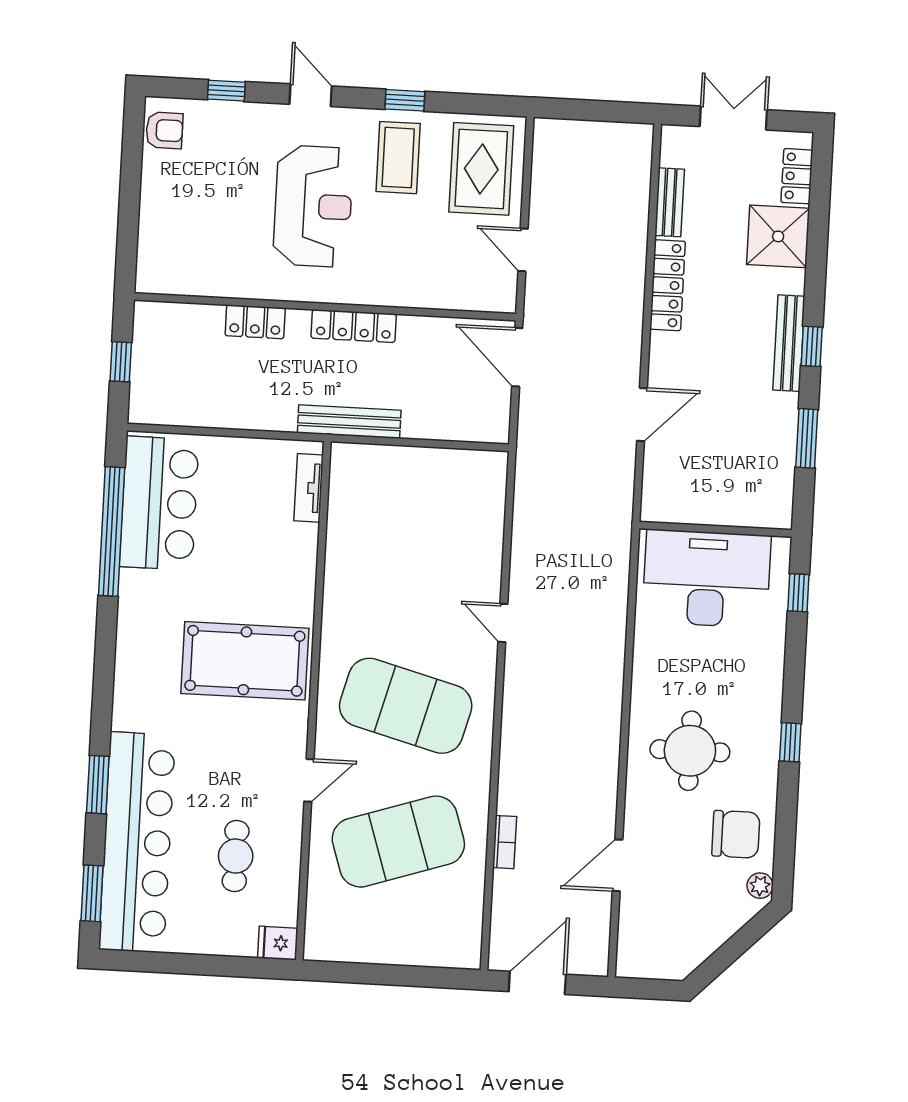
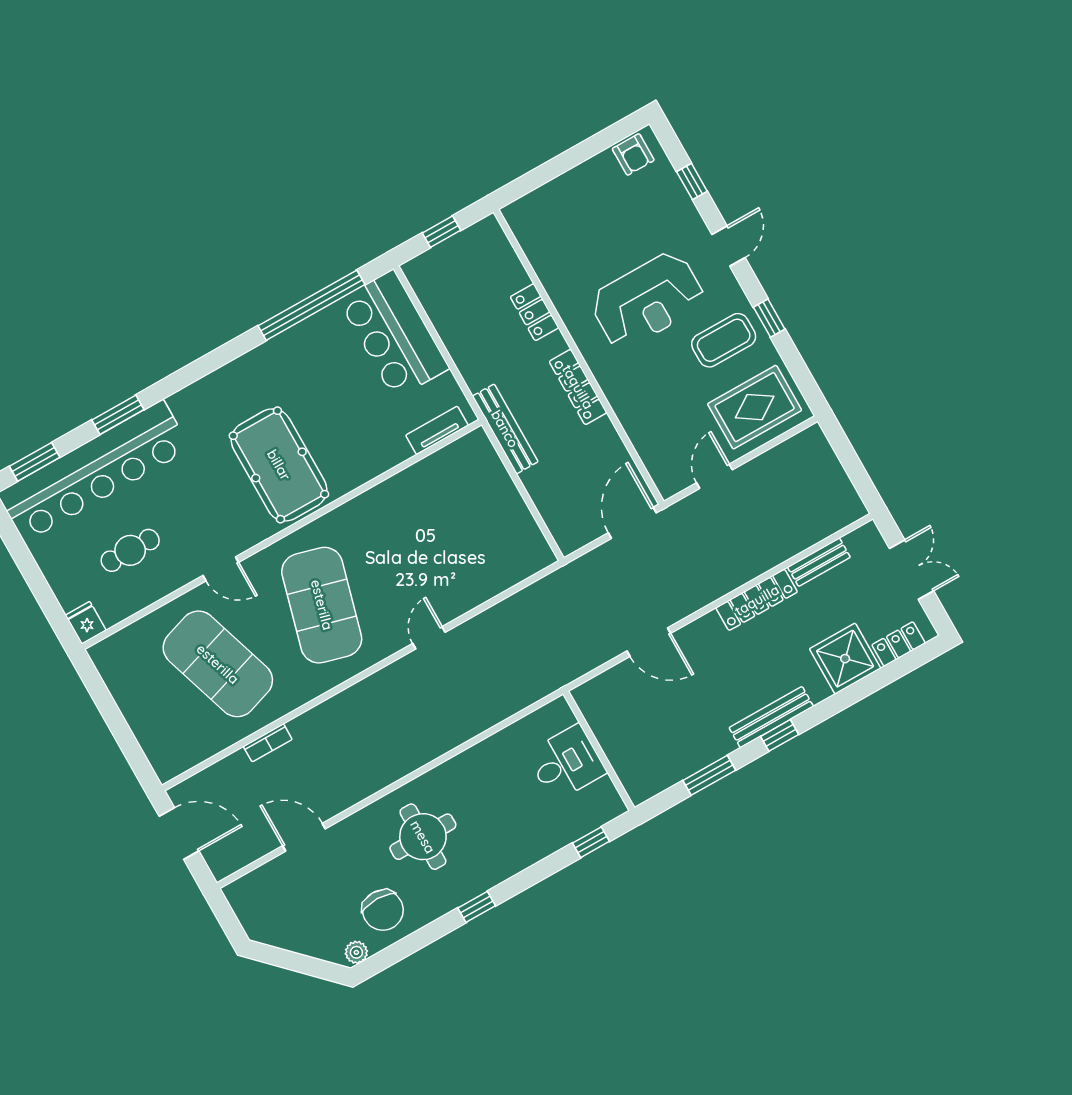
bar counter: (159, 503) -> (394, 334), moved, turned 90
desk: (707, 579) -> (566, 763), width x0.53, depth x0.77

